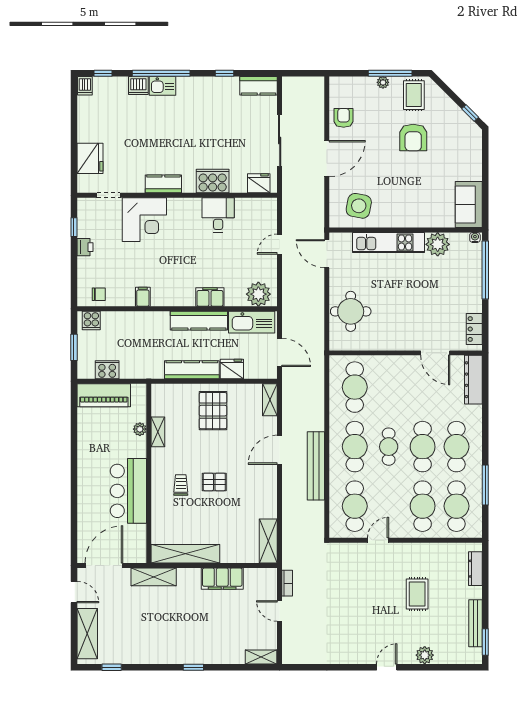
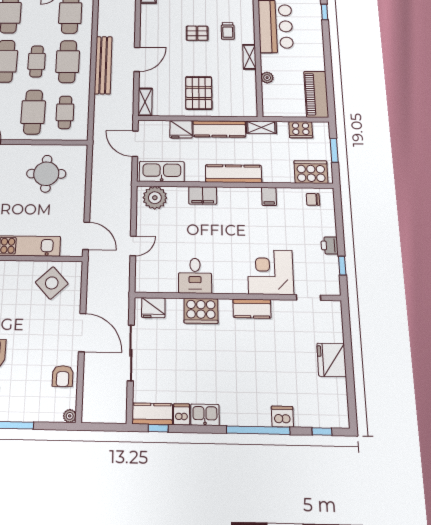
window: (225, 73) -> (158, 428), moved
plant: (383, 82) -> (70, 416), moved
dishwasher: (85, 86) -> (182, 414), moved
kitchen sink: (162, 86) -> (205, 415), moved
fridge: (90, 158) -> (332, 360), moved
door: (327, 159) -> (82, 333), swing flipped
side table: (359, 206) -> (52, 283), turned 36
round table: (351, 311) -> (46, 174), moved
cooker: (91, 320) -> (311, 172), width x1.87, depth x1.31
kitchen counter: (199, 321) -> (234, 174), moved
shelving: (148, 372) -> (261, 127), added
cafe table: (355, 387) -> (65, 112), width x0.73, depth x0.74
cafe table: (389, 387) -> (33, 112), added
piano: (104, 395) -> (316, 94), moved, turned -90
shelving: (158, 432) -> (249, 57), moved
bench: (316, 466) -> (103, 65), moved
window: (74, 509) -> (324, 12), added

